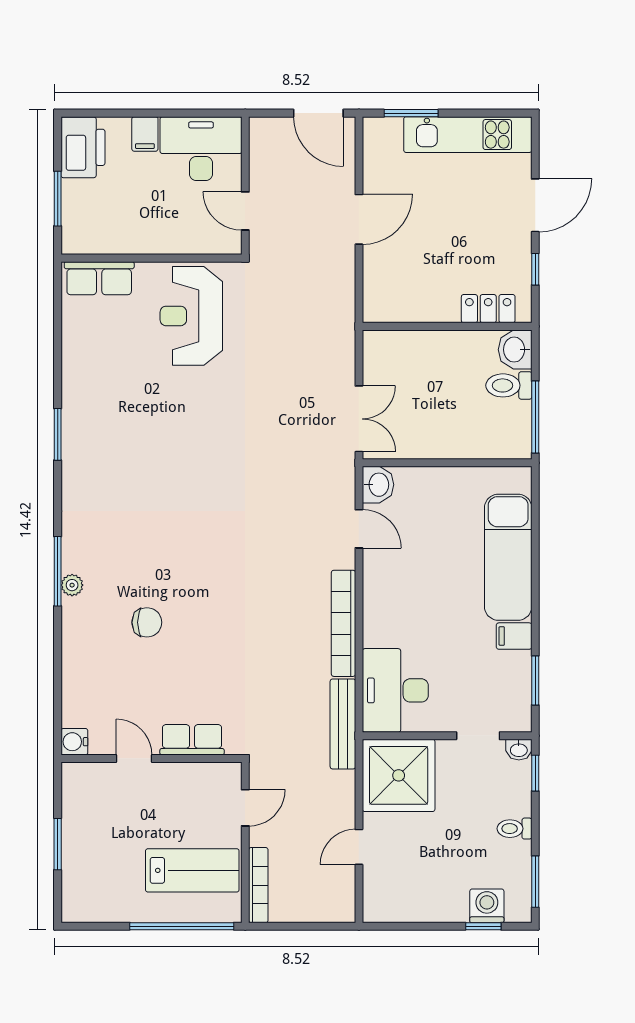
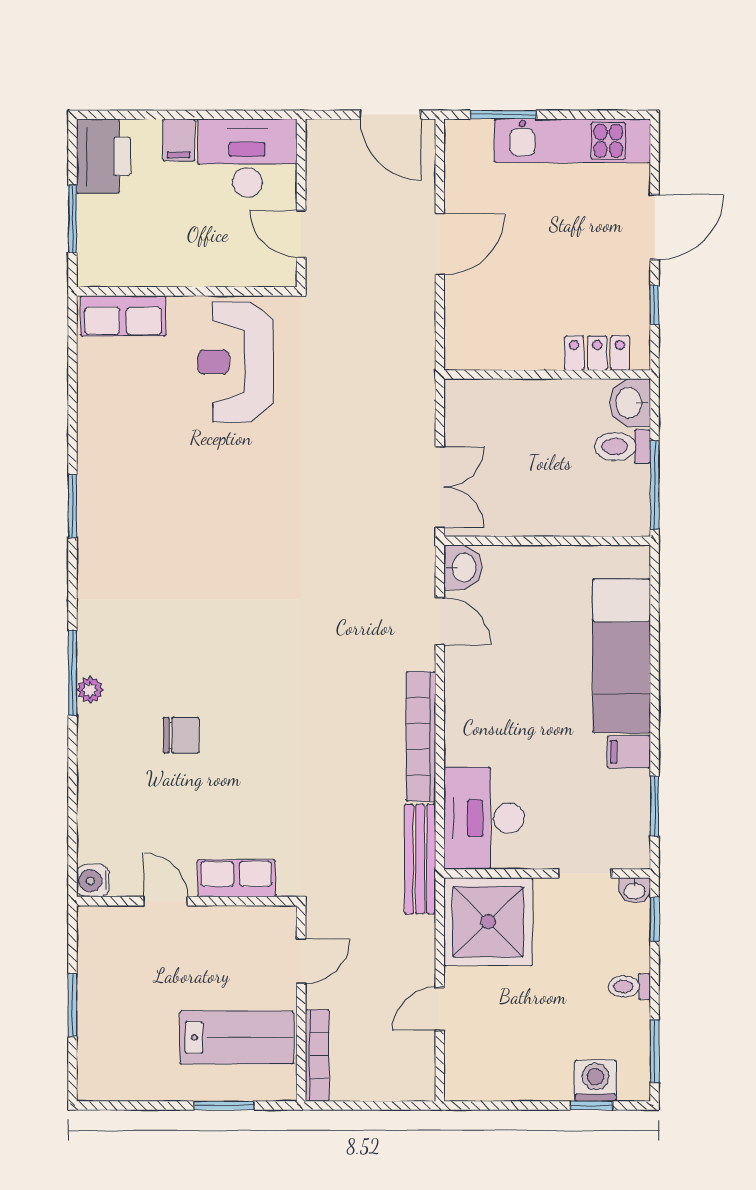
window: (182, 926) -> (224, 1106), width x0.47

